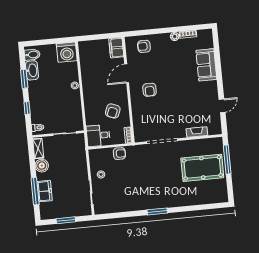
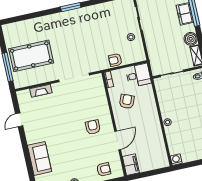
washing machine: (67, 52) -> (176, 160), width x0.53, depth x0.53

